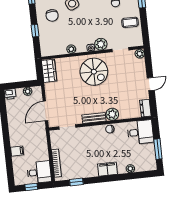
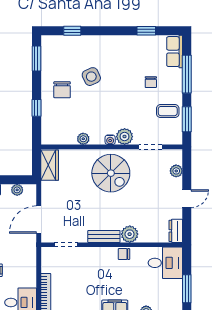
window: (144, 27) -> (187, 119), added
plant: (140, 54) -> (176, 171), moved

